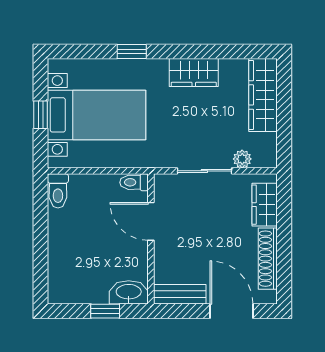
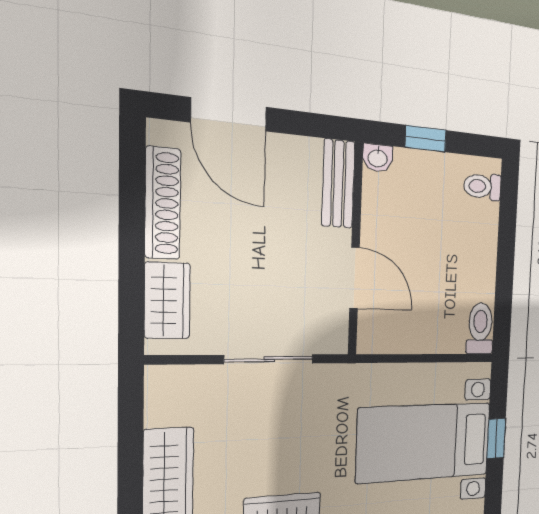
plant: (242, 159) -> (206, 380), removed
toilet: (134, 182) -> (482, 186), moved, turned 180
washbasin: (129, 292) -> (378, 158), width x0.52, depth x0.69
bench: (180, 294) -> (338, 184), moved, turned 90

